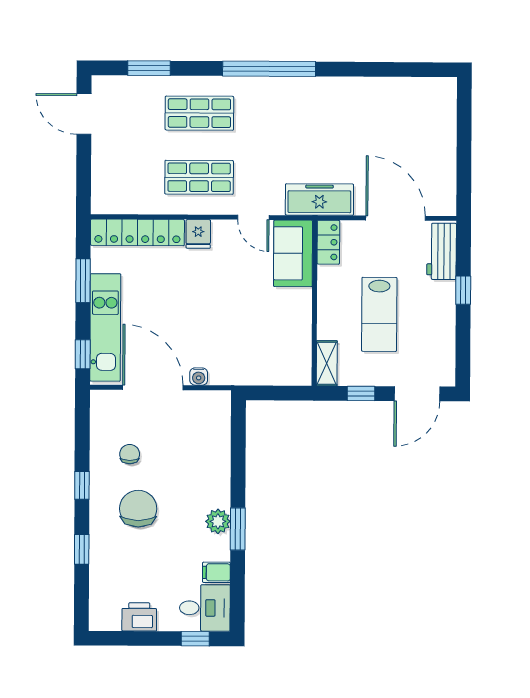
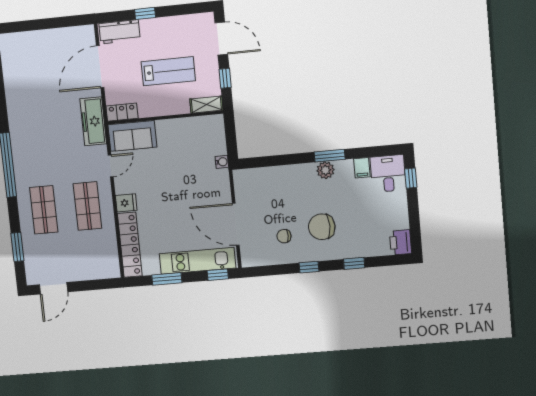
water cooler: (199, 377) -> (222, 162), moved
door: (153, 387) -> (236, 224), hinge flipped
printer: (139, 617) -> (401, 242), moved

